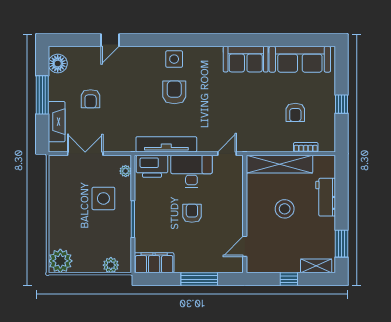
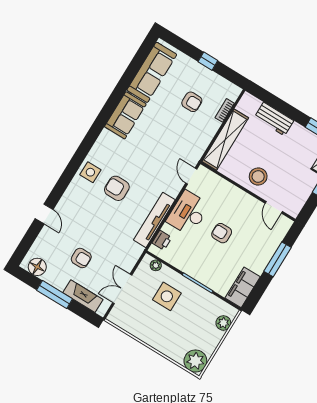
printer: (152, 166) -> (162, 240), width x0.53, depth x0.68
stool: (285, 209) -> (258, 177), moved

